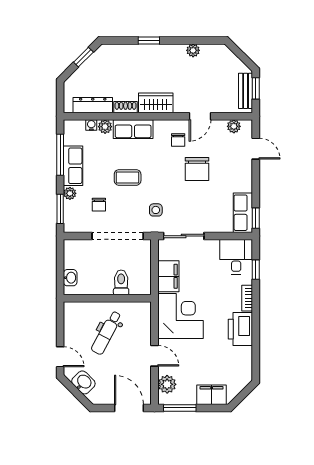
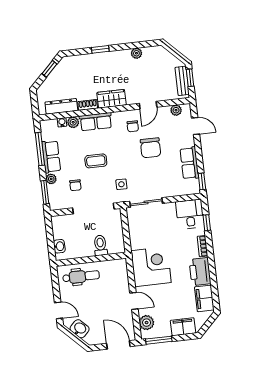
row of seats: (243, 213) -> (189, 163), moved
filing cabinet: (168, 276) -> (204, 298), moved, turned 180
dental chair: (106, 333) -> (81, 277), moved, turned -118

